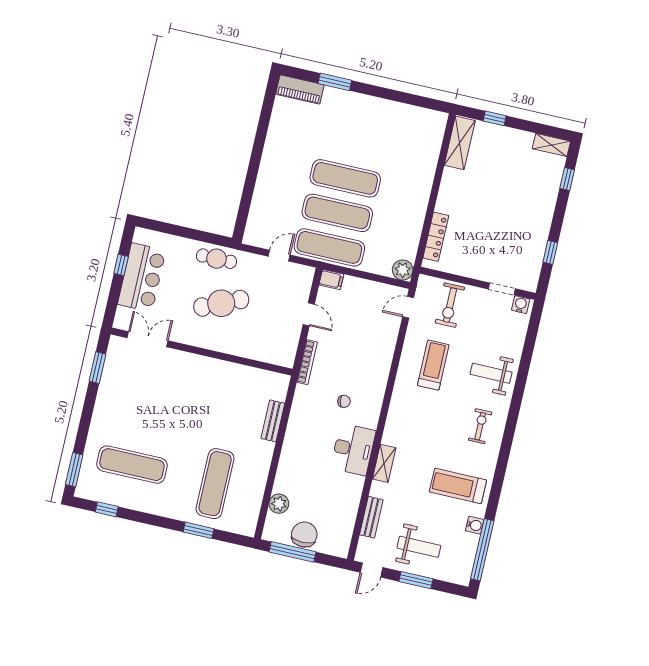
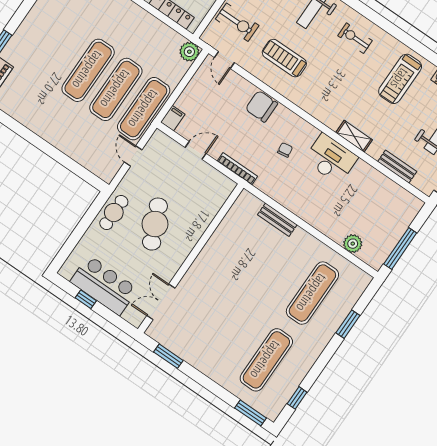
exercise mat: (215, 484) -> (312, 293), turned 90
chair: (304, 535) -> (261, 106), moved

